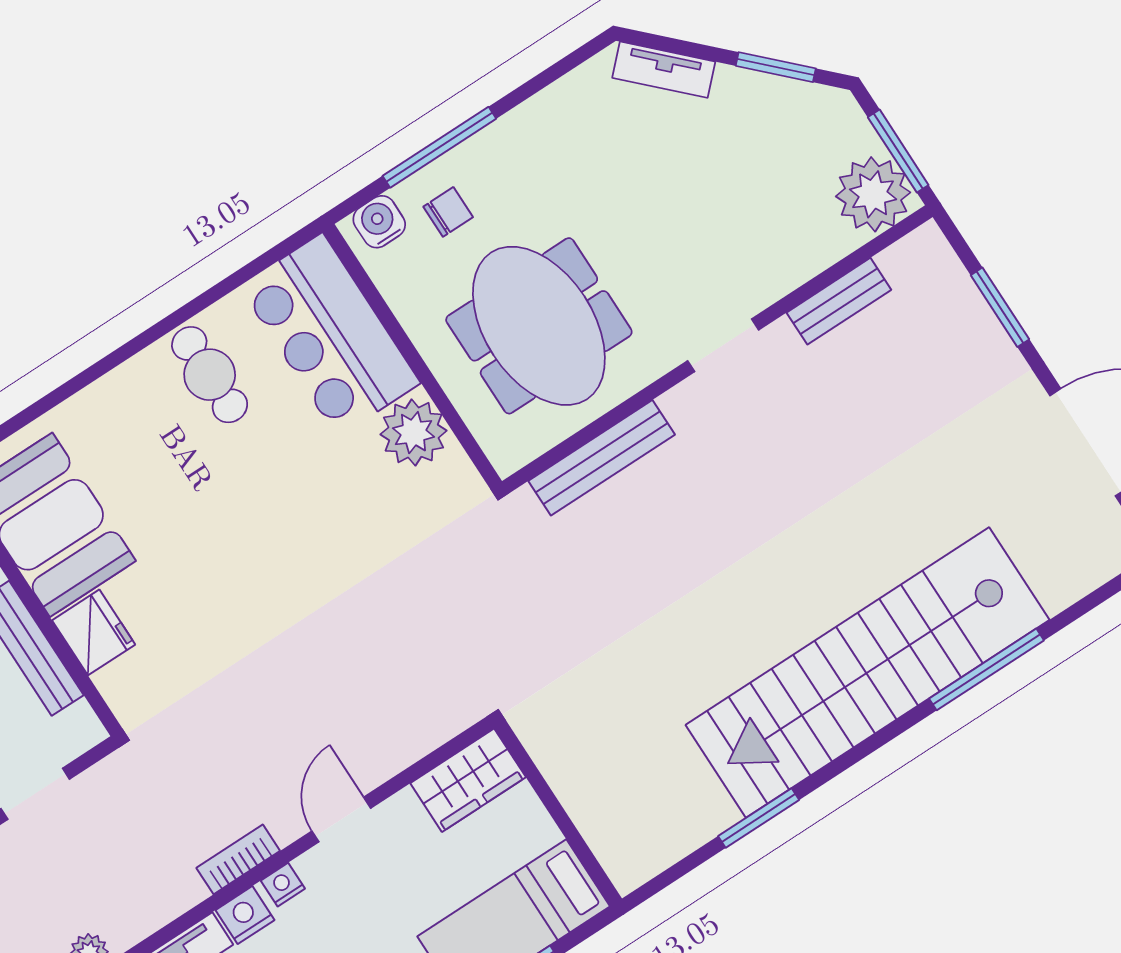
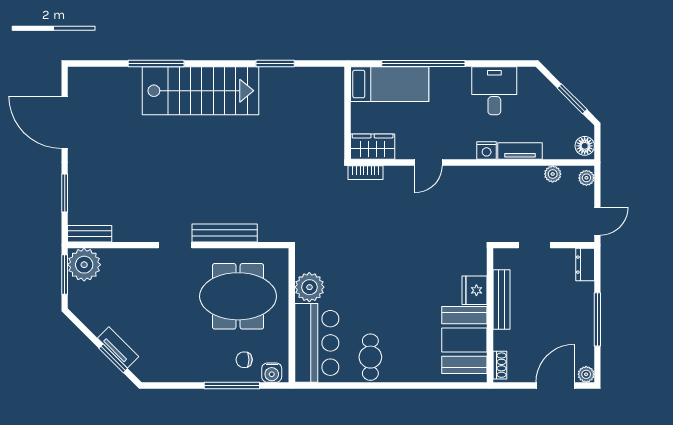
window: (776, 67) -> (113, 358), moved
tv unit: (664, 70) -> (118, 347), moved
bench: (839, 301) -> (90, 234), moved
meeting table: (539, 326) -> (238, 296), turned 90
bench: (602, 458) -> (225, 233), moved
stairs: (868, 672) -> (200, 91), width x0.73
bookcase: (238, 859) -> (366, 173), moved
nightstand: (283, 885) -> (465, 153), removed

